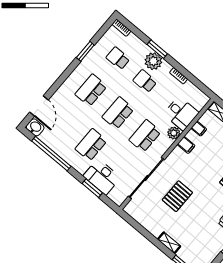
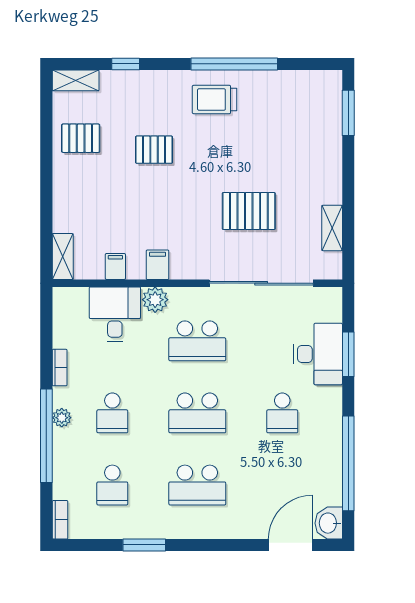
window: (157, 49) -> (46, 436), width x2.11
plant: (153, 61) -> (62, 418), width x0.53, depth x0.53
school desk: (91, 145) -> (282, 413), width x0.54
shelving: (169, 243) -> (332, 228), moved

